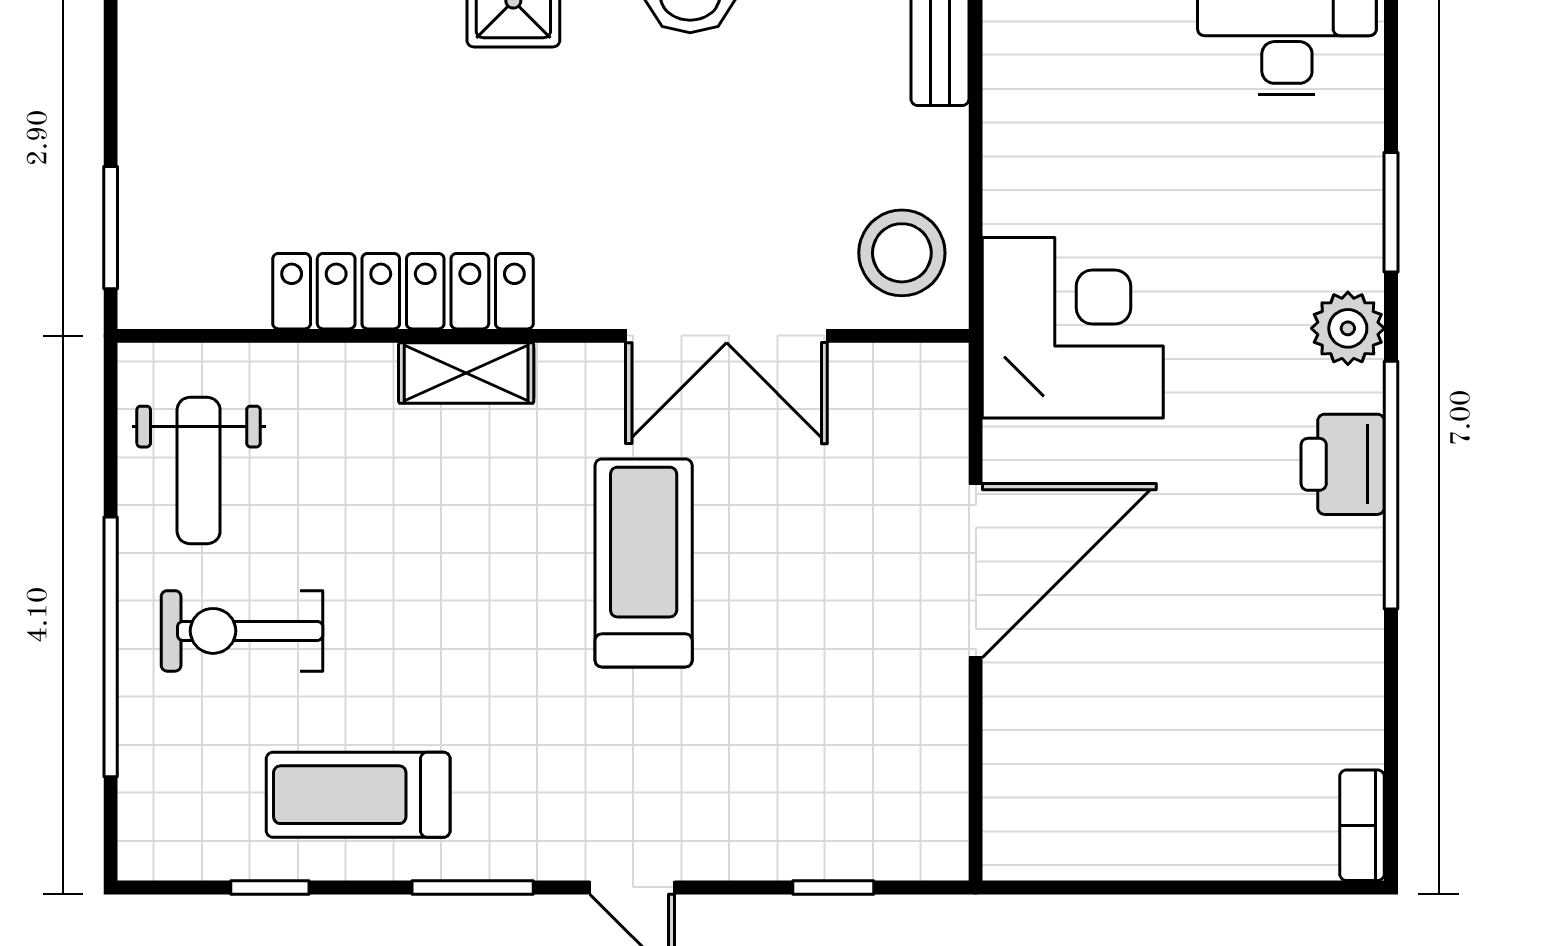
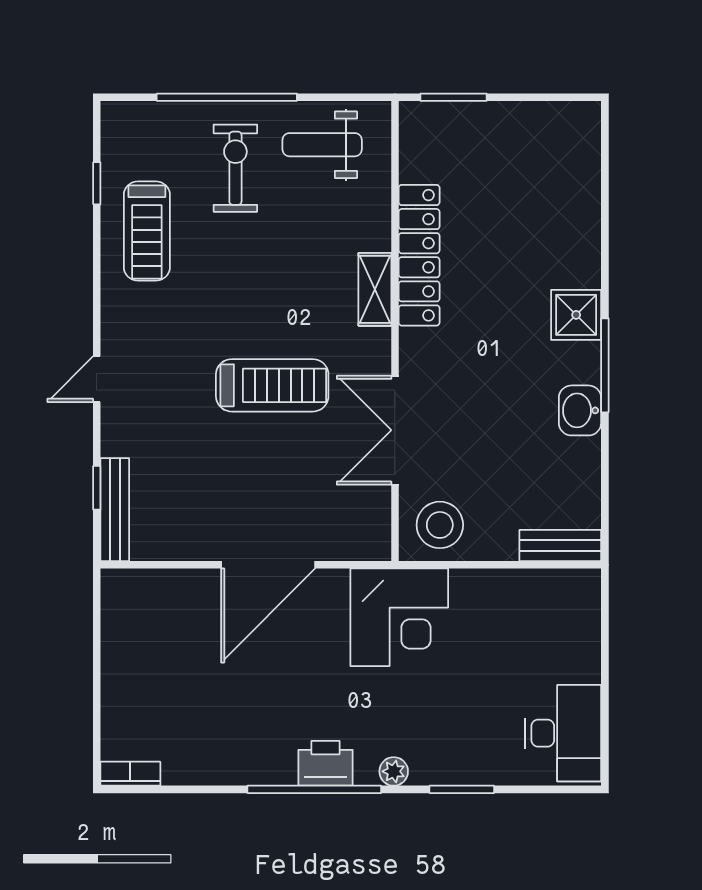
plant: (1348, 328) -> (394, 771), width x0.73, depth x0.73
door: (976, 571) -> (268, 565), hinge flipped
treadmill: (358, 795) -> (147, 231), turned 180
bench: (874, 854) -> (115, 510), added
window: (473, 887) -> (97, 293), removed

